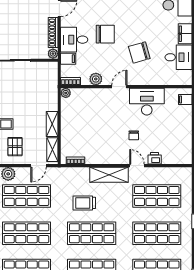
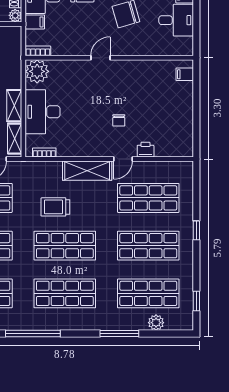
plant: (96, 79) -> (70, 48), removed
plant: (66, 93) -> (37, 71), width x1.88, depth x1.88
desk: (147, 102) -> (43, 112), moved, turned -90
door: (137, 166) -> (123, 159), swing flipped

